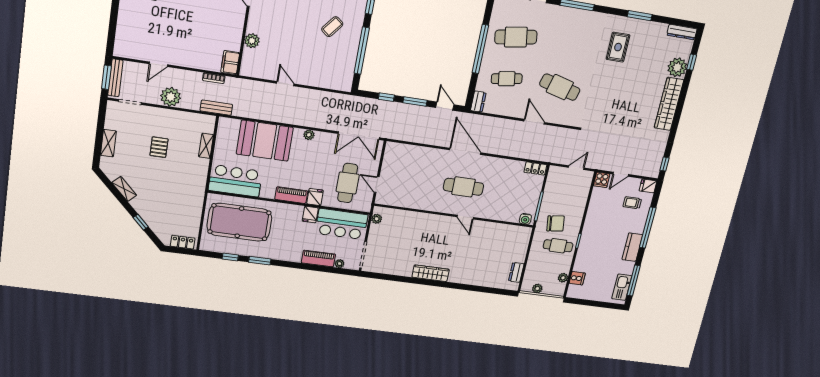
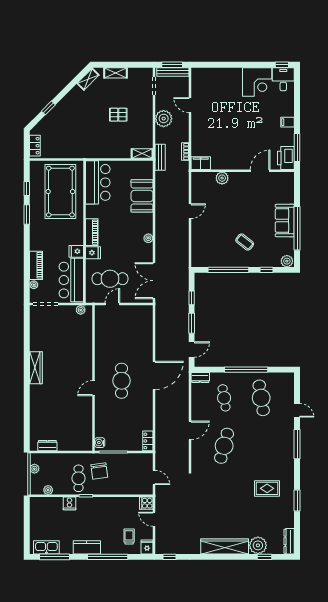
booth: (265, 141) -> (142, 196), width x0.73, depth x0.70
shelving: (206, 146) -> (142, 153), moved
shelving: (124, 189) -> (88, 79), moved
cooker: (577, 278) -> (69, 503), moved

